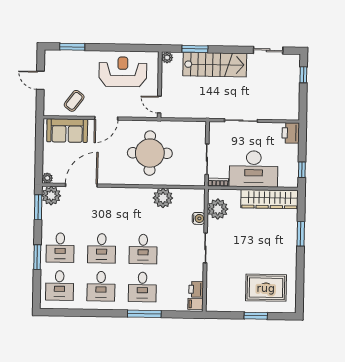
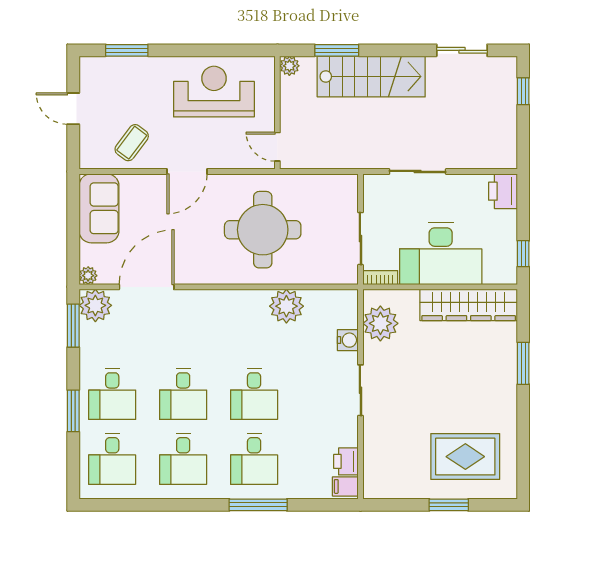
sofa: (67, 131) -> (99, 208), moved, turned -90

